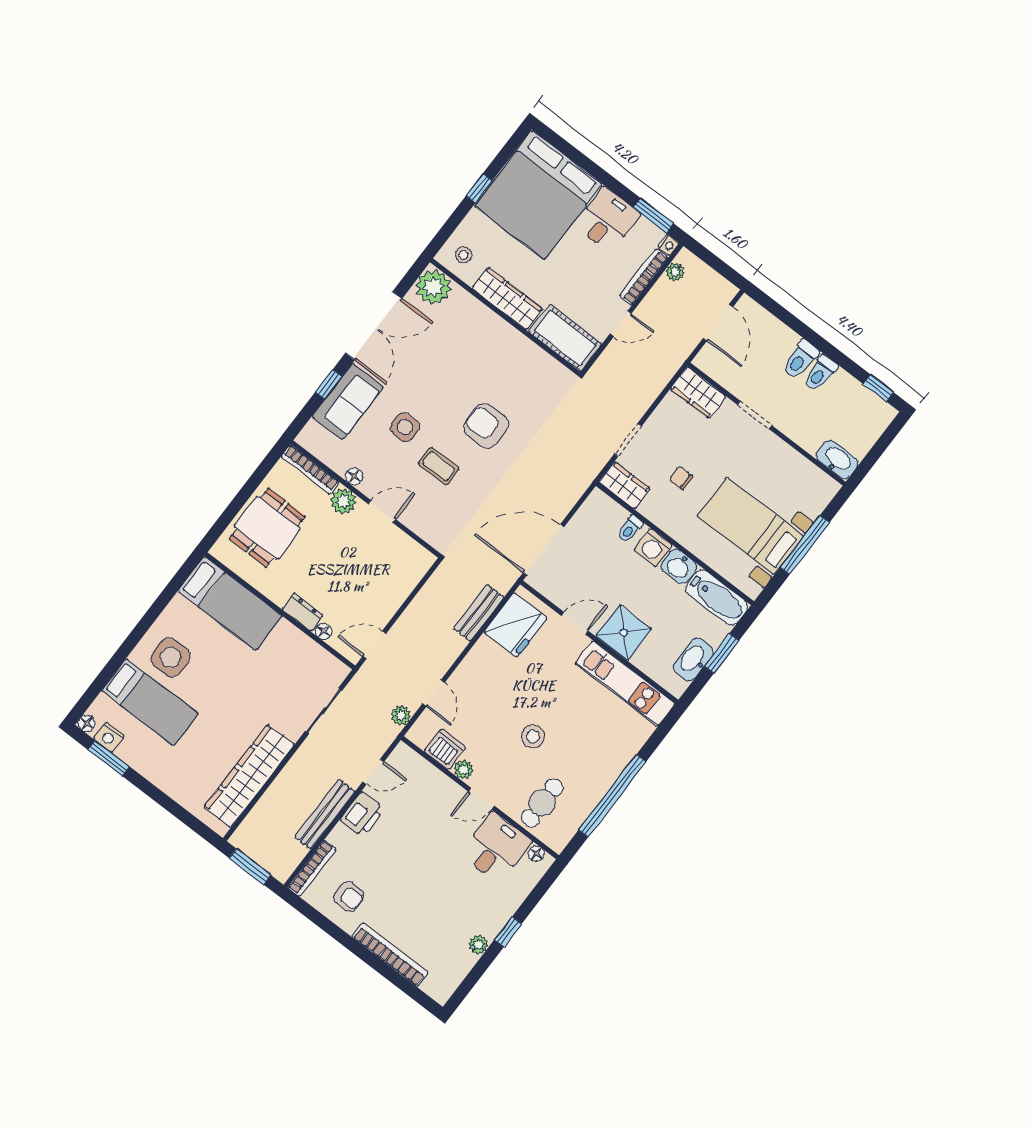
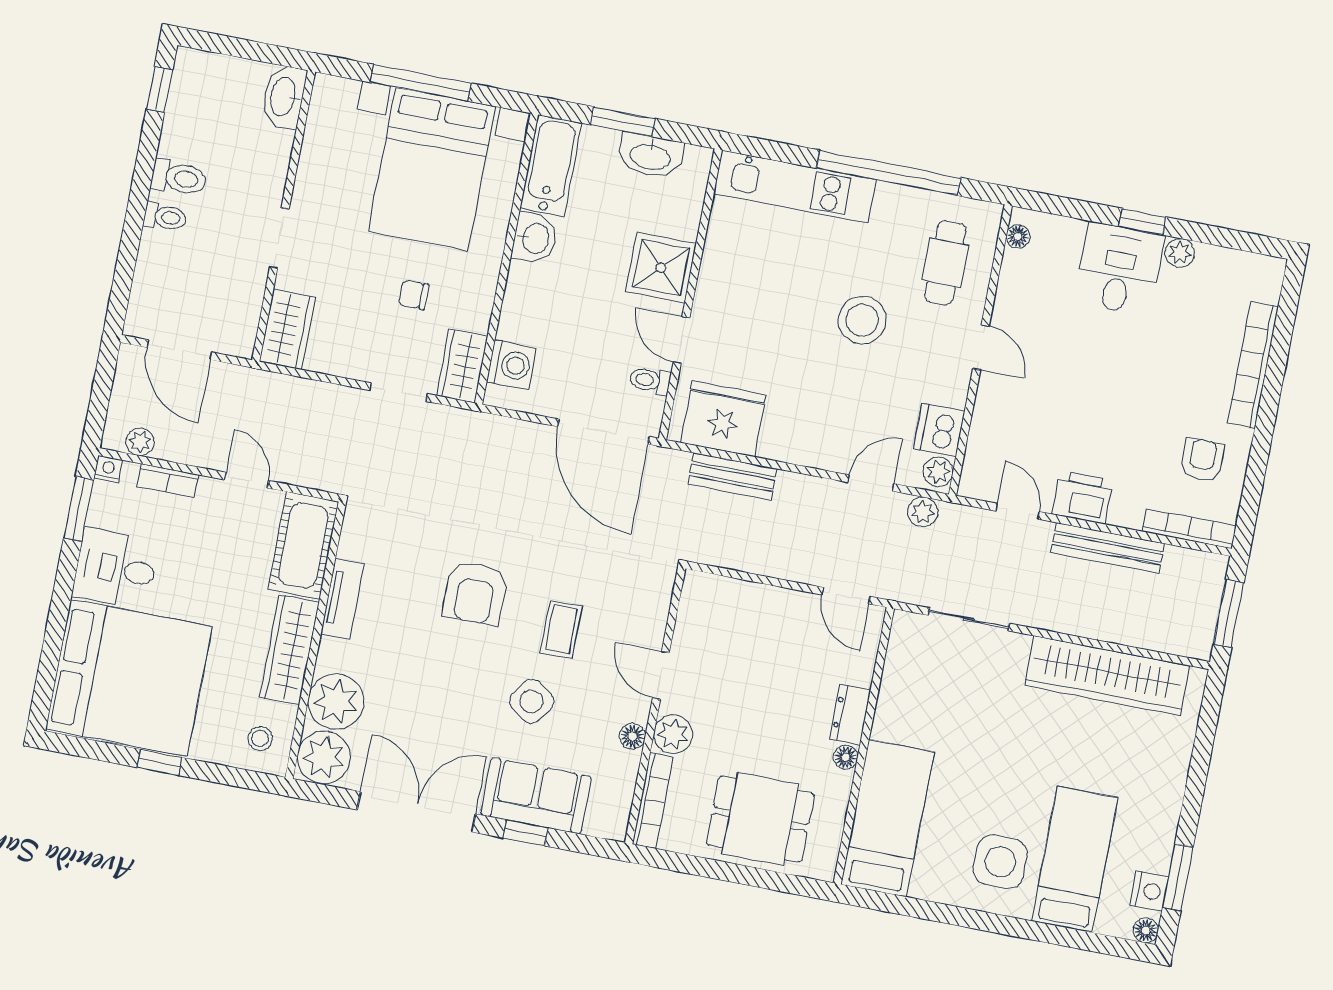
bookcase: (644, 277) -> (168, 481), width x0.64
plant: (463, 311) -> (336, 701), added
door: (718, 322) -> (179, 350), swing flipped
tv unit: (522, 345) -> (342, 599), added
toilet: (800, 360) -> (165, 217), width x0.73, depth x0.72
side table: (405, 427) -> (532, 701), turned 37
chair: (681, 478) -> (414, 295), turned 90
bed with nightstands: (750, 526) -> (432, 169), width x1.36
toilet: (630, 529) -> (650, 380), moved, turned 180
washing machine: (653, 548) -> (511, 365), moved
floor lamp: (324, 631) -> (846, 757), moved
kitchen unit: (625, 684) -> (795, 187), moved, turned 90
stool: (533, 736) -> (862, 320), width x1.38, depth x1.38
plant: (464, 770) -> (938, 472), moved
cafe table: (542, 803) -> (945, 263), turned 90
desk: (496, 848) -> (1119, 269), moved, turned 90

